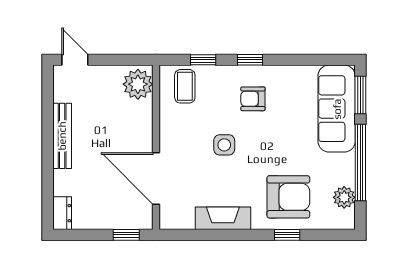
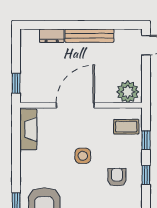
door: (156, 179) -> (75, 105), moved
dresser: (62, 213) -> (52, 36), moved
fireplace: (223, 218) -> (28, 129), moved

